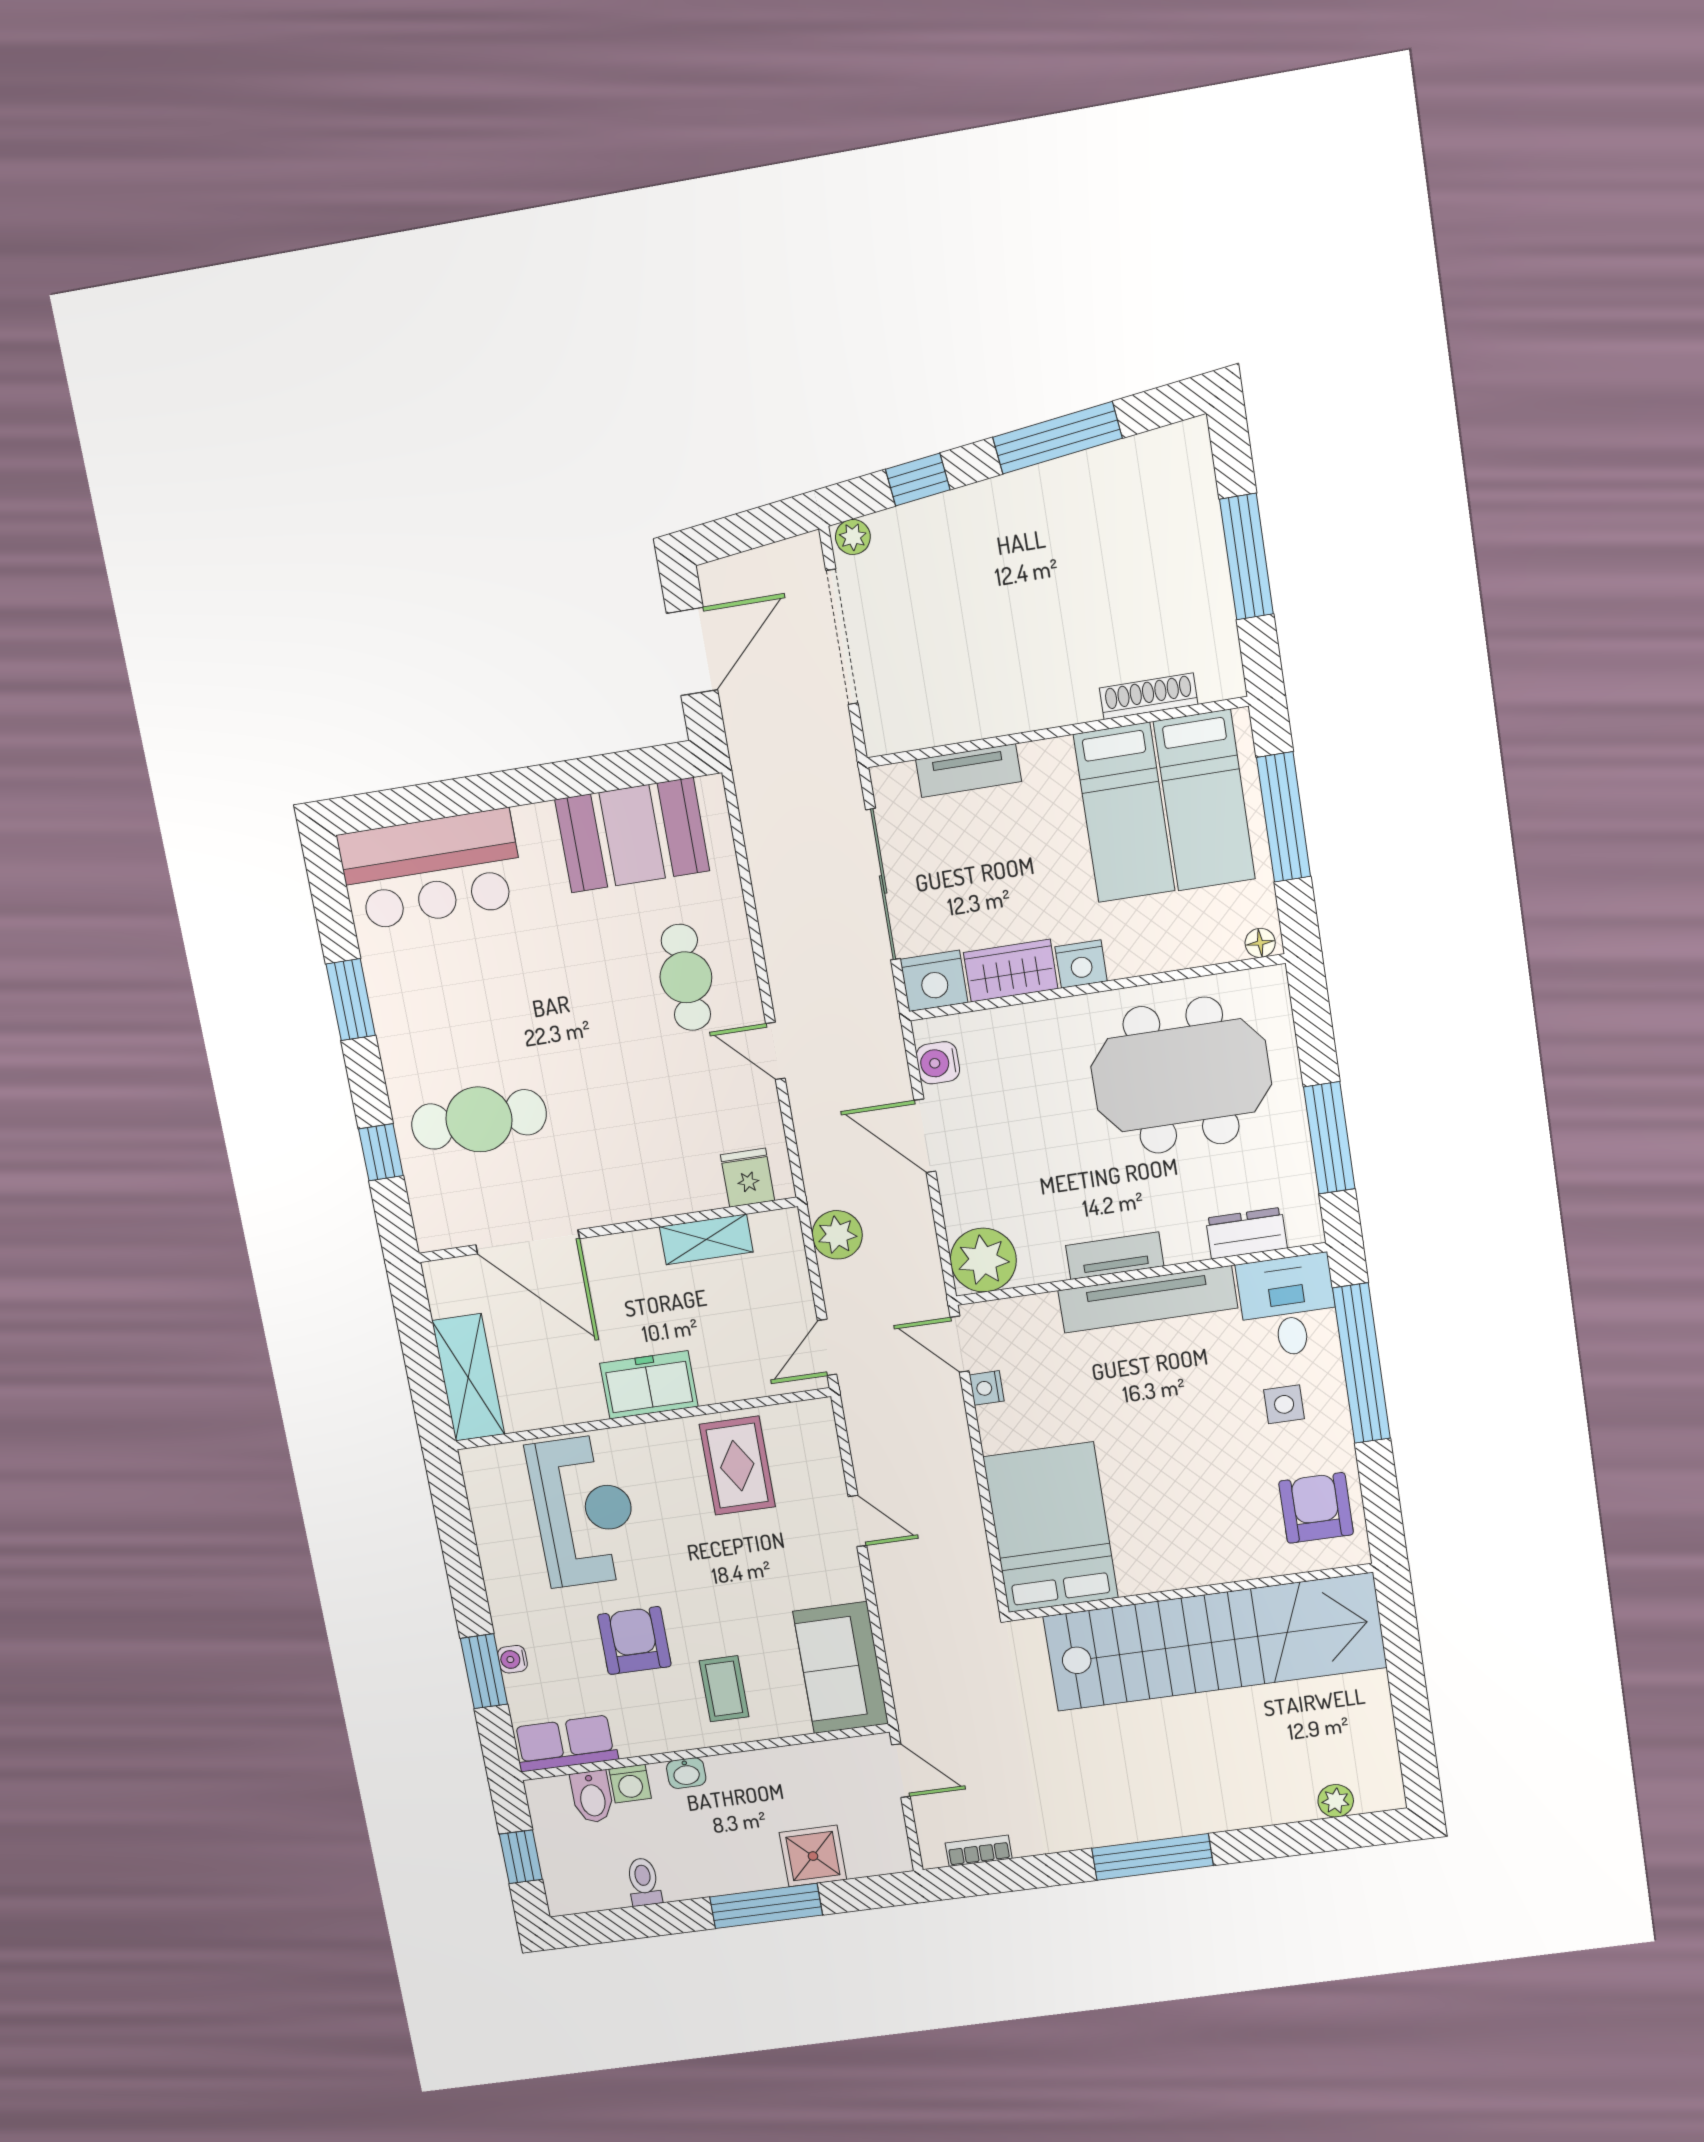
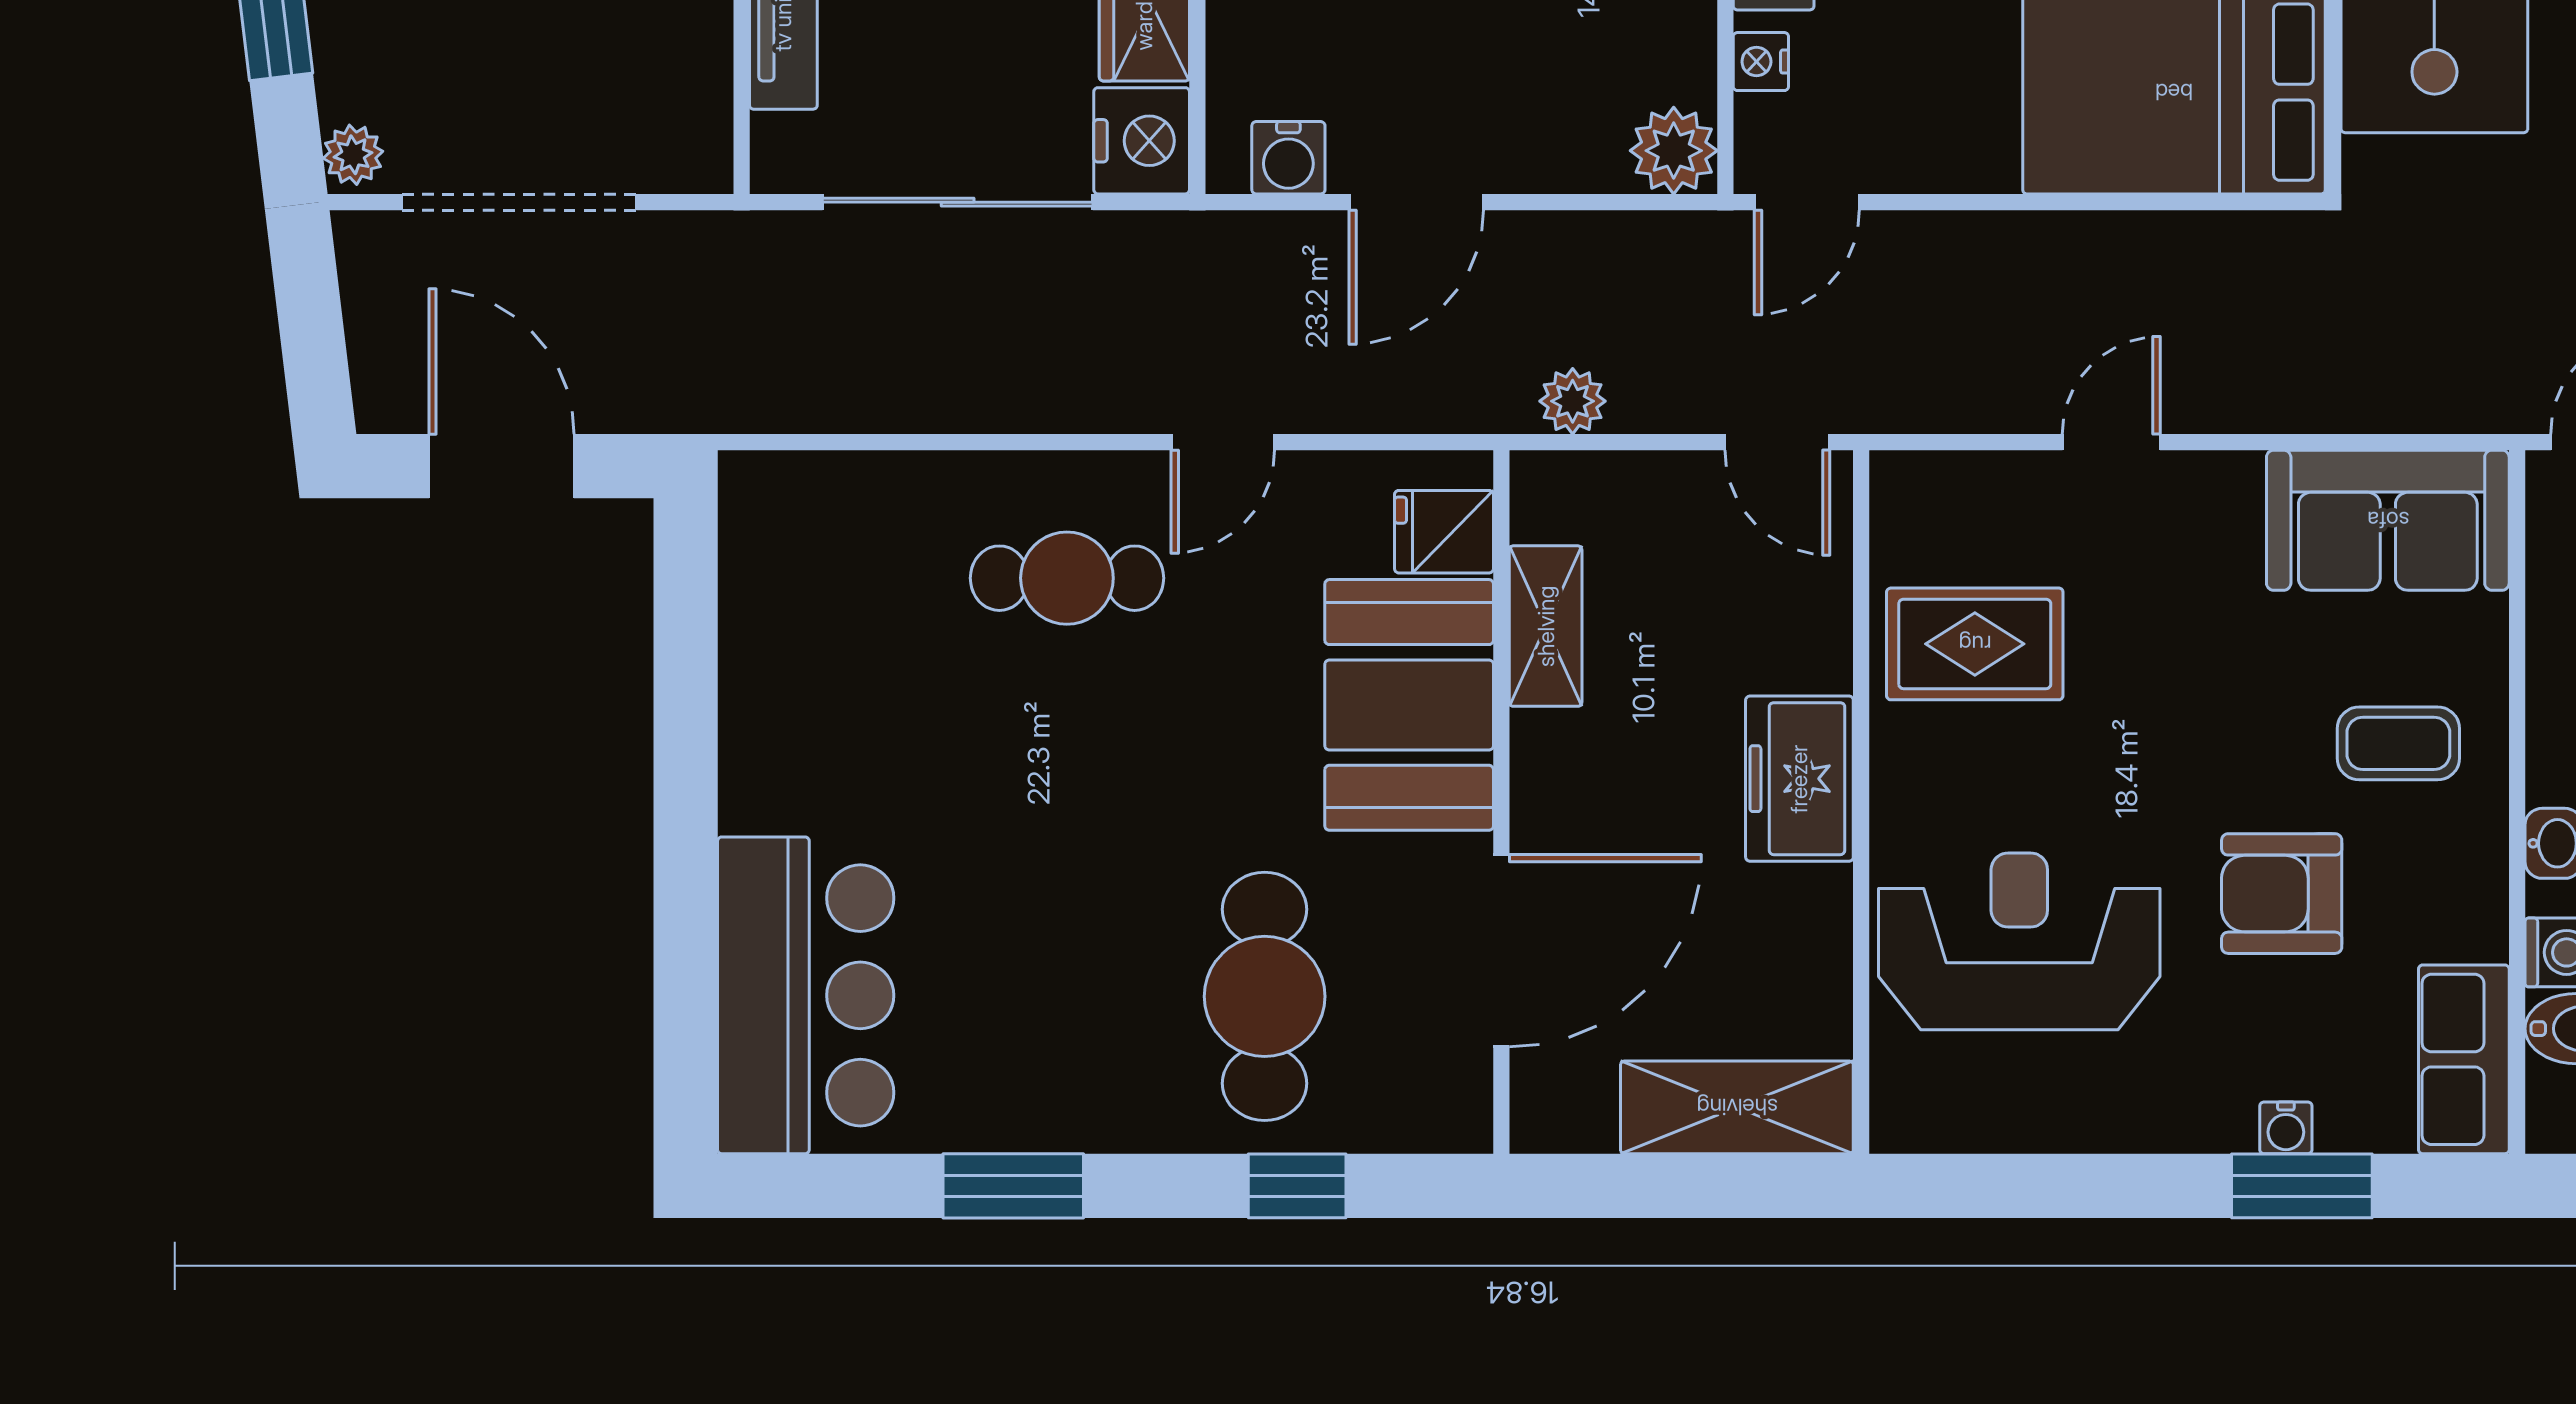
booth: (632, 835) -> (1409, 705), moved
plant: (837, 1235) -> (1573, 401), width x0.73, depth x0.73
plant: (983, 1260) -> (1674, 151), width x0.73, depth x0.73
nightstand: (987, 1388) -> (1761, 62), moved, turned 90

